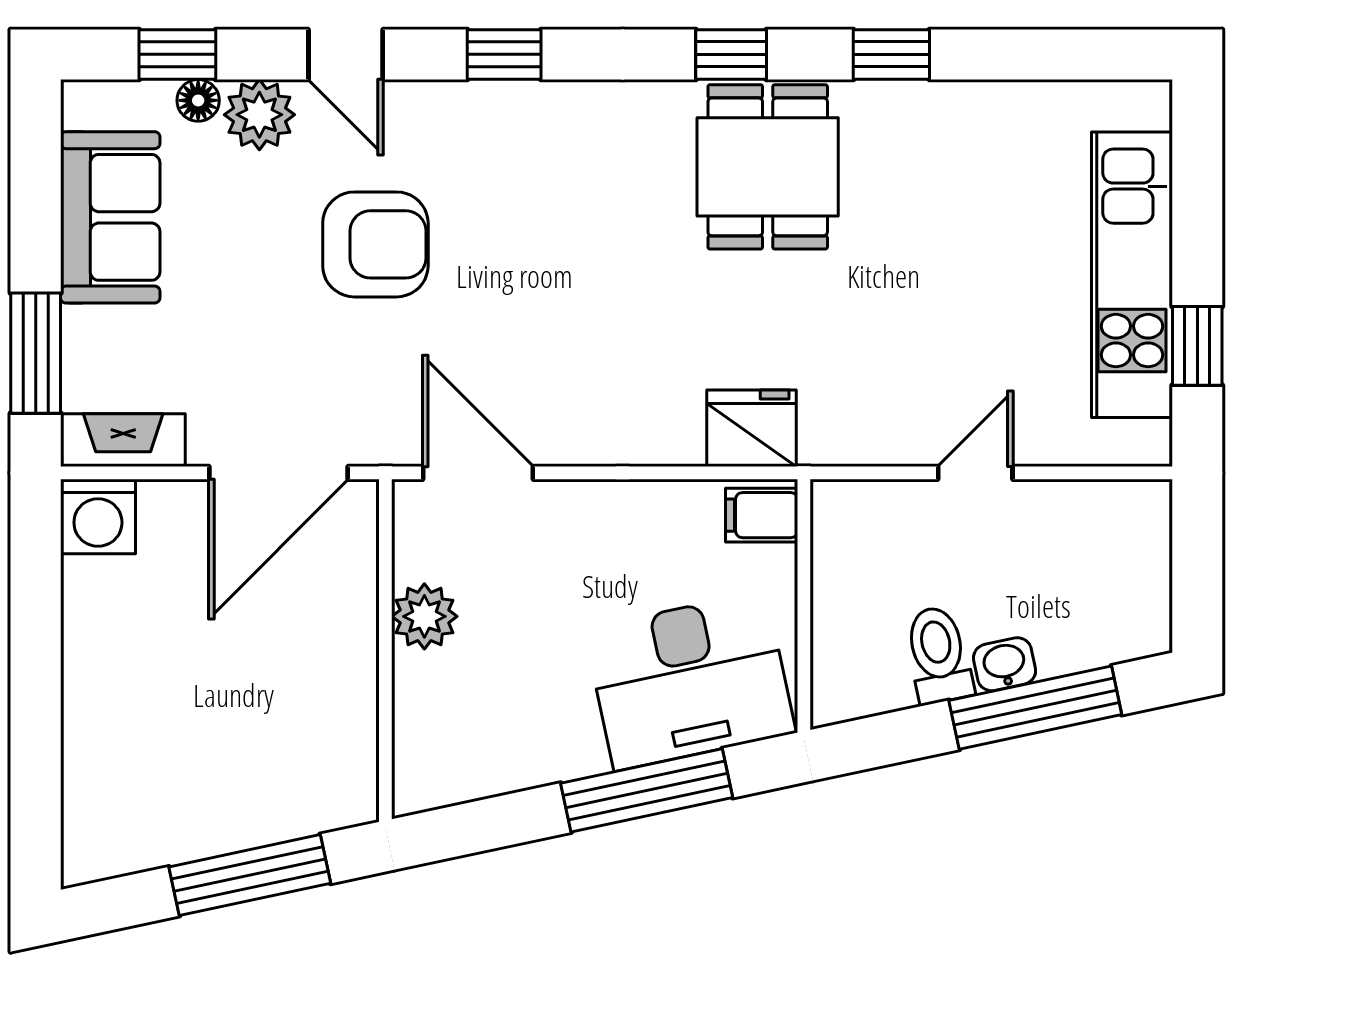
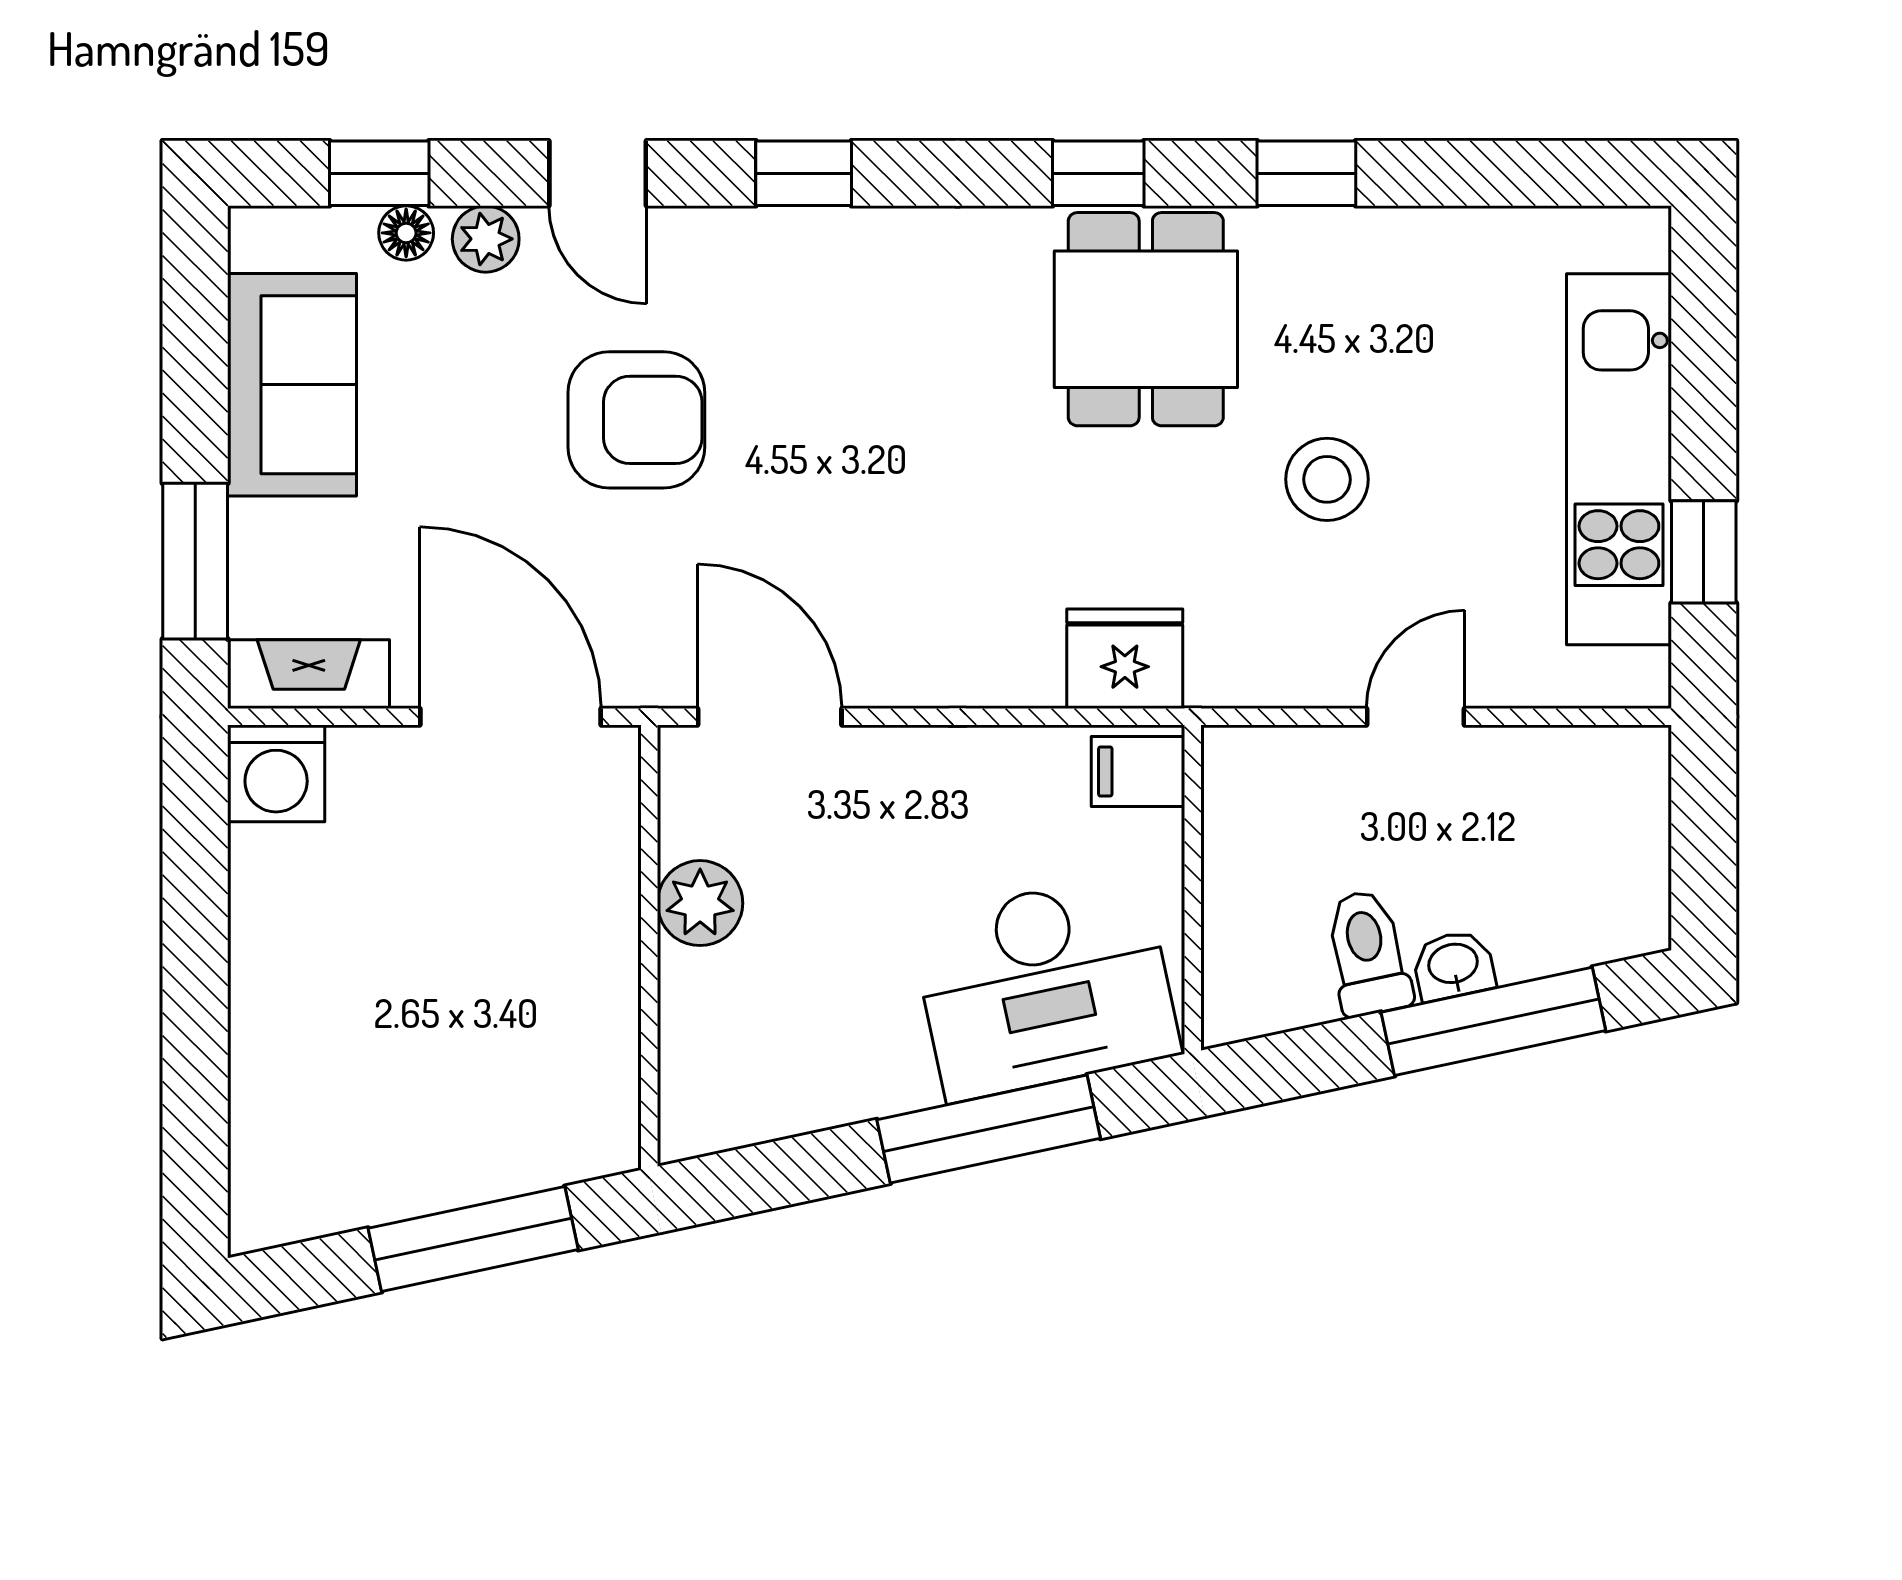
plant: (259, 115) -> (486, 239), width x0.73, depth x0.73
stool: (907, 290) -> (1327, 479), added
door: (278, 473) -> (510, 717), swing flipped

